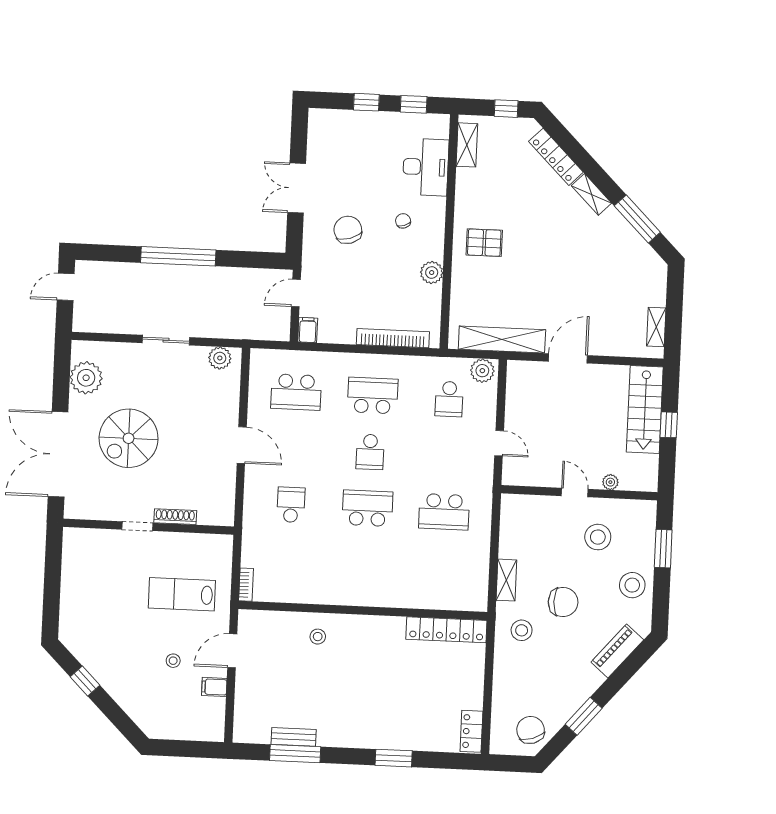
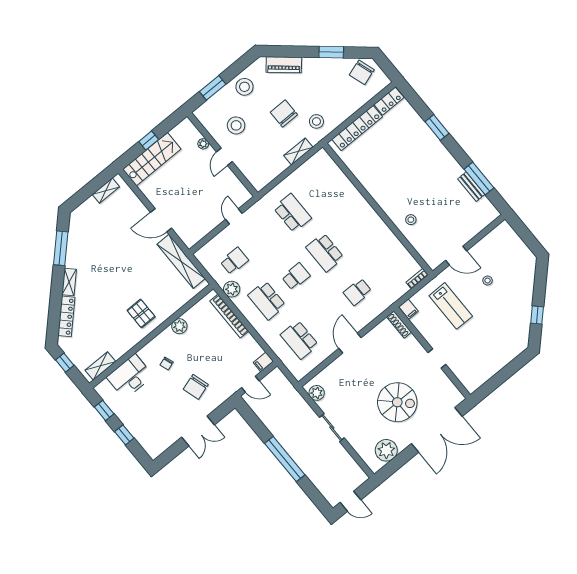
plant: (482, 371) -> (232, 289), moved
school desk: (296, 392) -> (299, 340), turned 180
shoe rack: (175, 517) -> (399, 324), moved
locker: (446, 630) -> (357, 128), moved, turned 90
filing cabinet: (214, 687) -> (408, 309), moved

